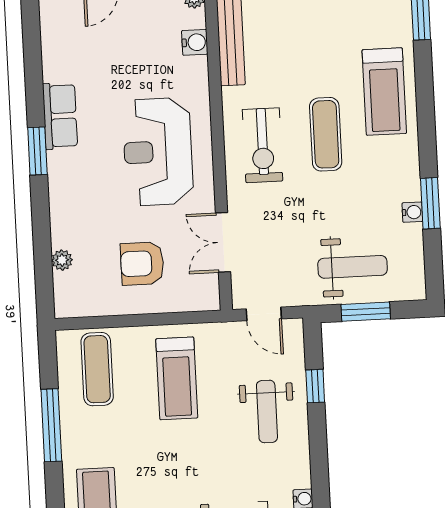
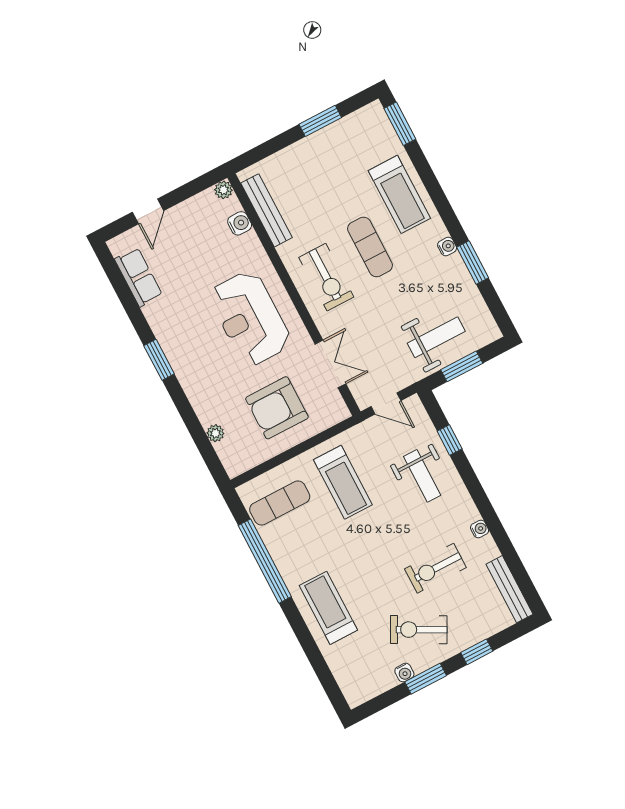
row of seats: (60, 116) -> (138, 277), moved
water cooler: (412, 212) -> (447, 247), moved
double door: (223, 242) -> (330, 364), swing flipped
armchair: (142, 263) -> (277, 408), width x1.36, depth x1.36
exercise mat: (97, 369) -> (280, 503), turned 90
window: (51, 425) -> (265, 561), width x1.46

